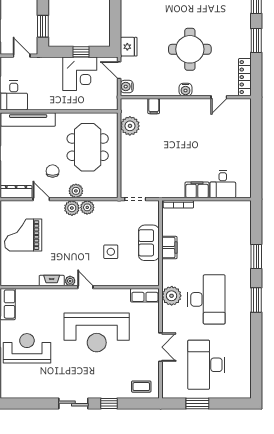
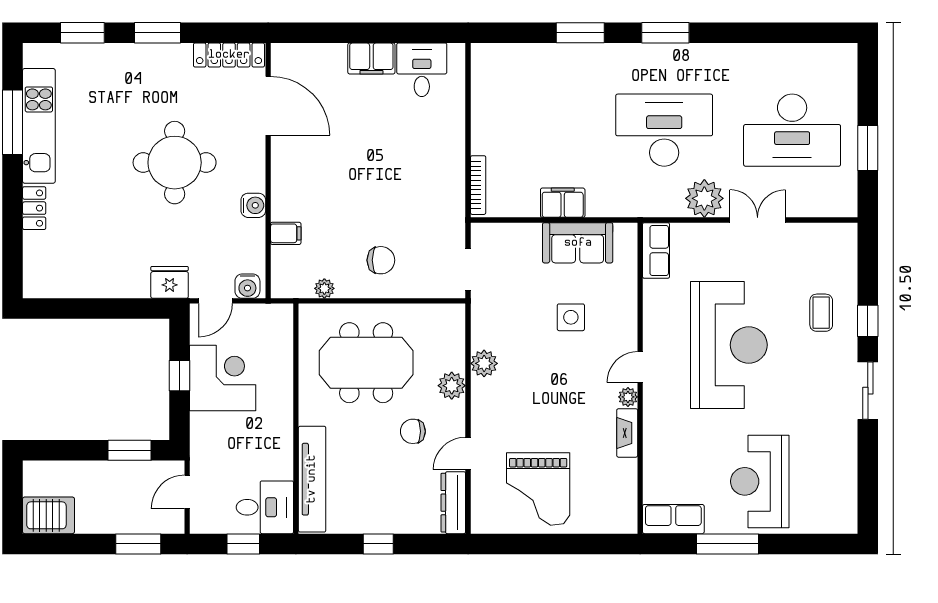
water cooler: (186, 89) -> (253, 205), moved
door: (219, 97) -> (268, 106), width x1.88
plant: (130, 126) -> (324, 288), width x0.53, depth x0.53
chair: (140, 155) -> (381, 260), added
desk: (223, 184) -> (422, 70), moved, turned -90
filing cabinet: (197, 190) -> (371, 58), moved, turned -90
plant: (72, 208) -> (485, 394), removed
sofa: (149, 243) -> (578, 243), moved
plant: (172, 296) -> (704, 198), moved
coffee table: (141, 387) -> (821, 313), moved

